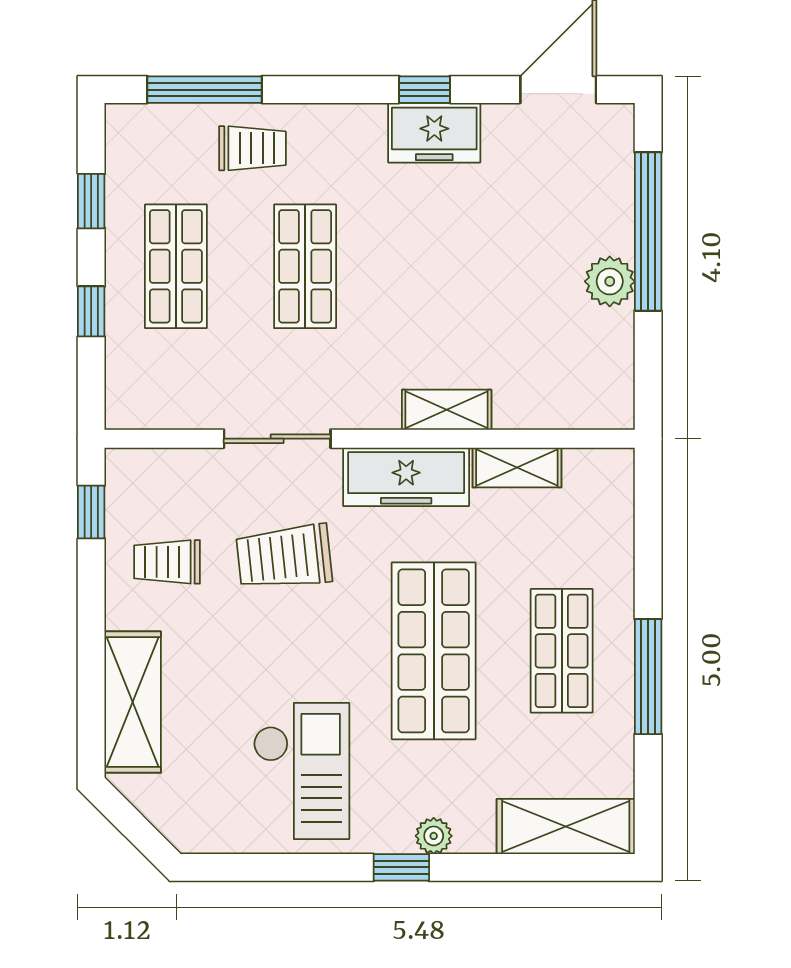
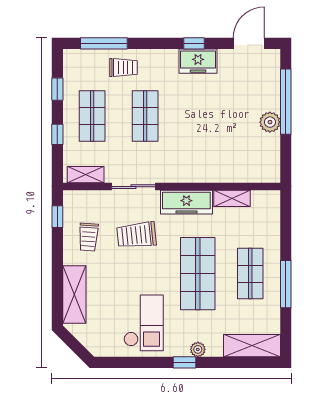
shelving: (447, 410) -> (86, 175), moved
trolley: (167, 562) -> (88, 237), turned -86

